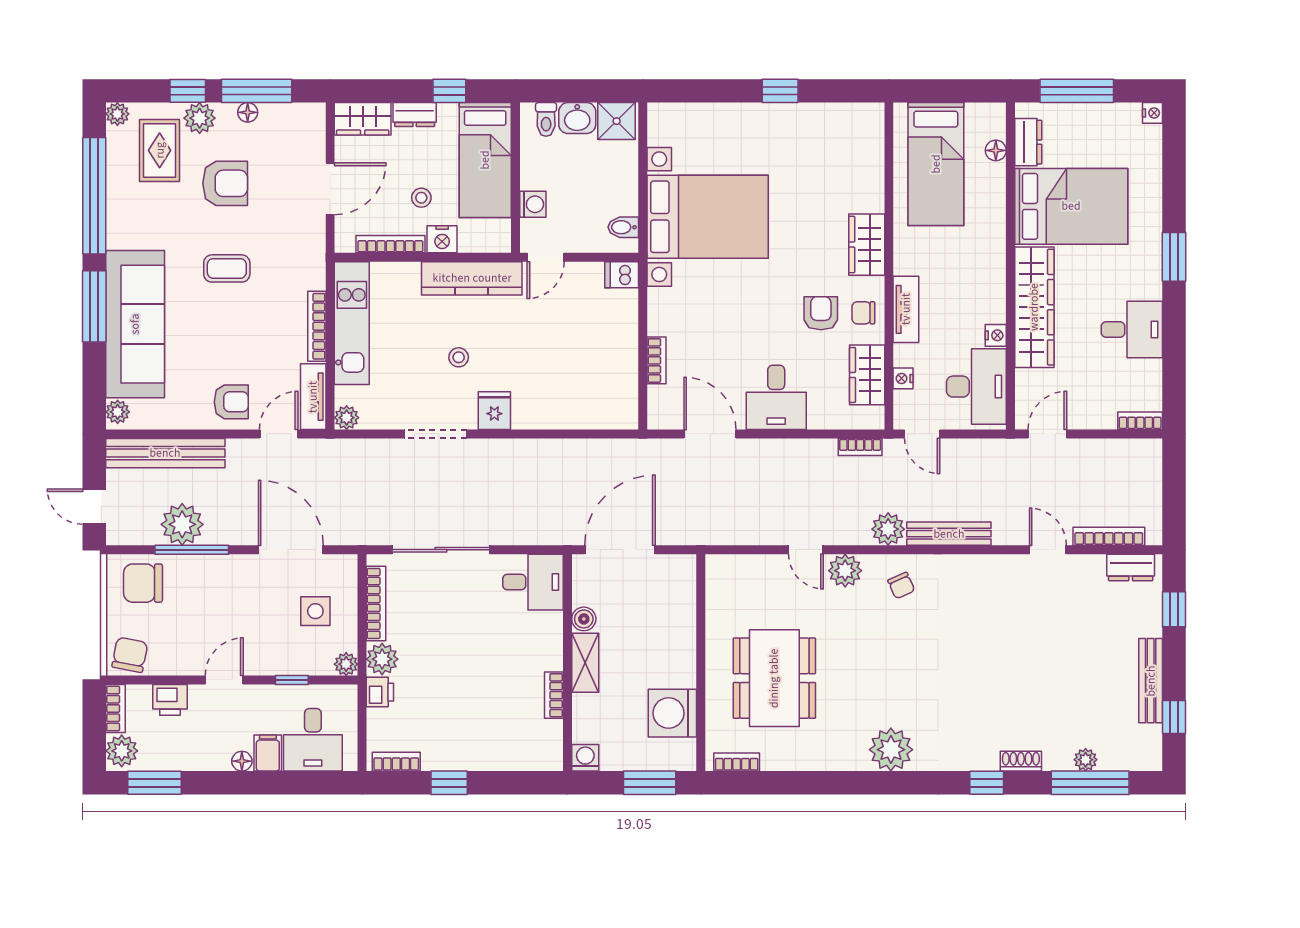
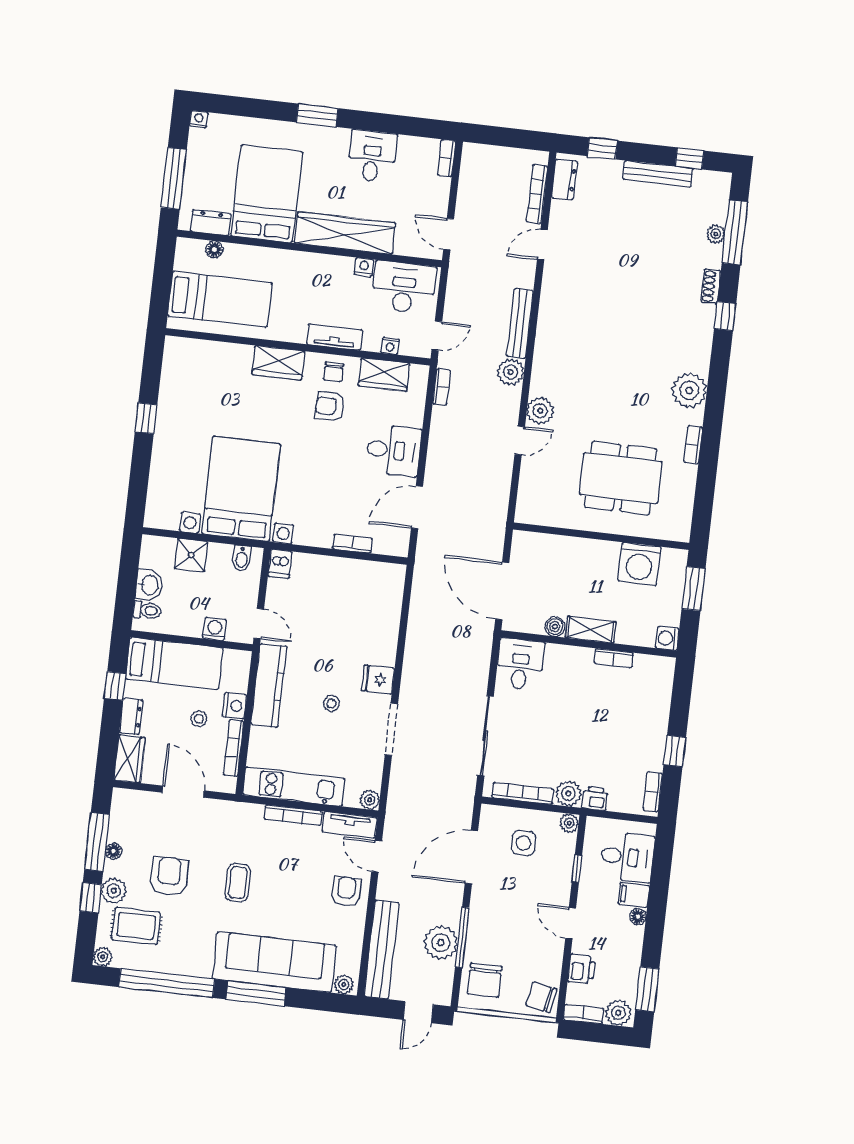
shower: (617, 121) -> (191, 555), moved
chair: (901, 586) -> (558, 367), removed
bookcase: (737, 762) -> (693, 445), moved

